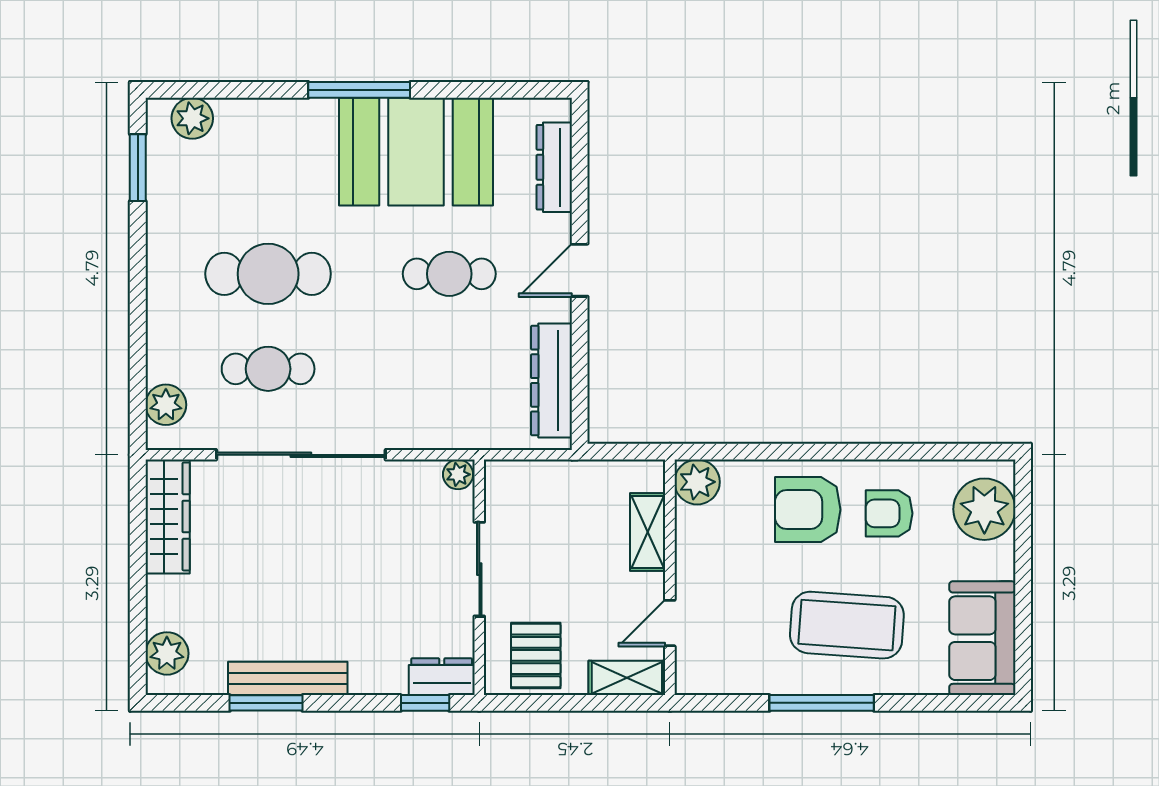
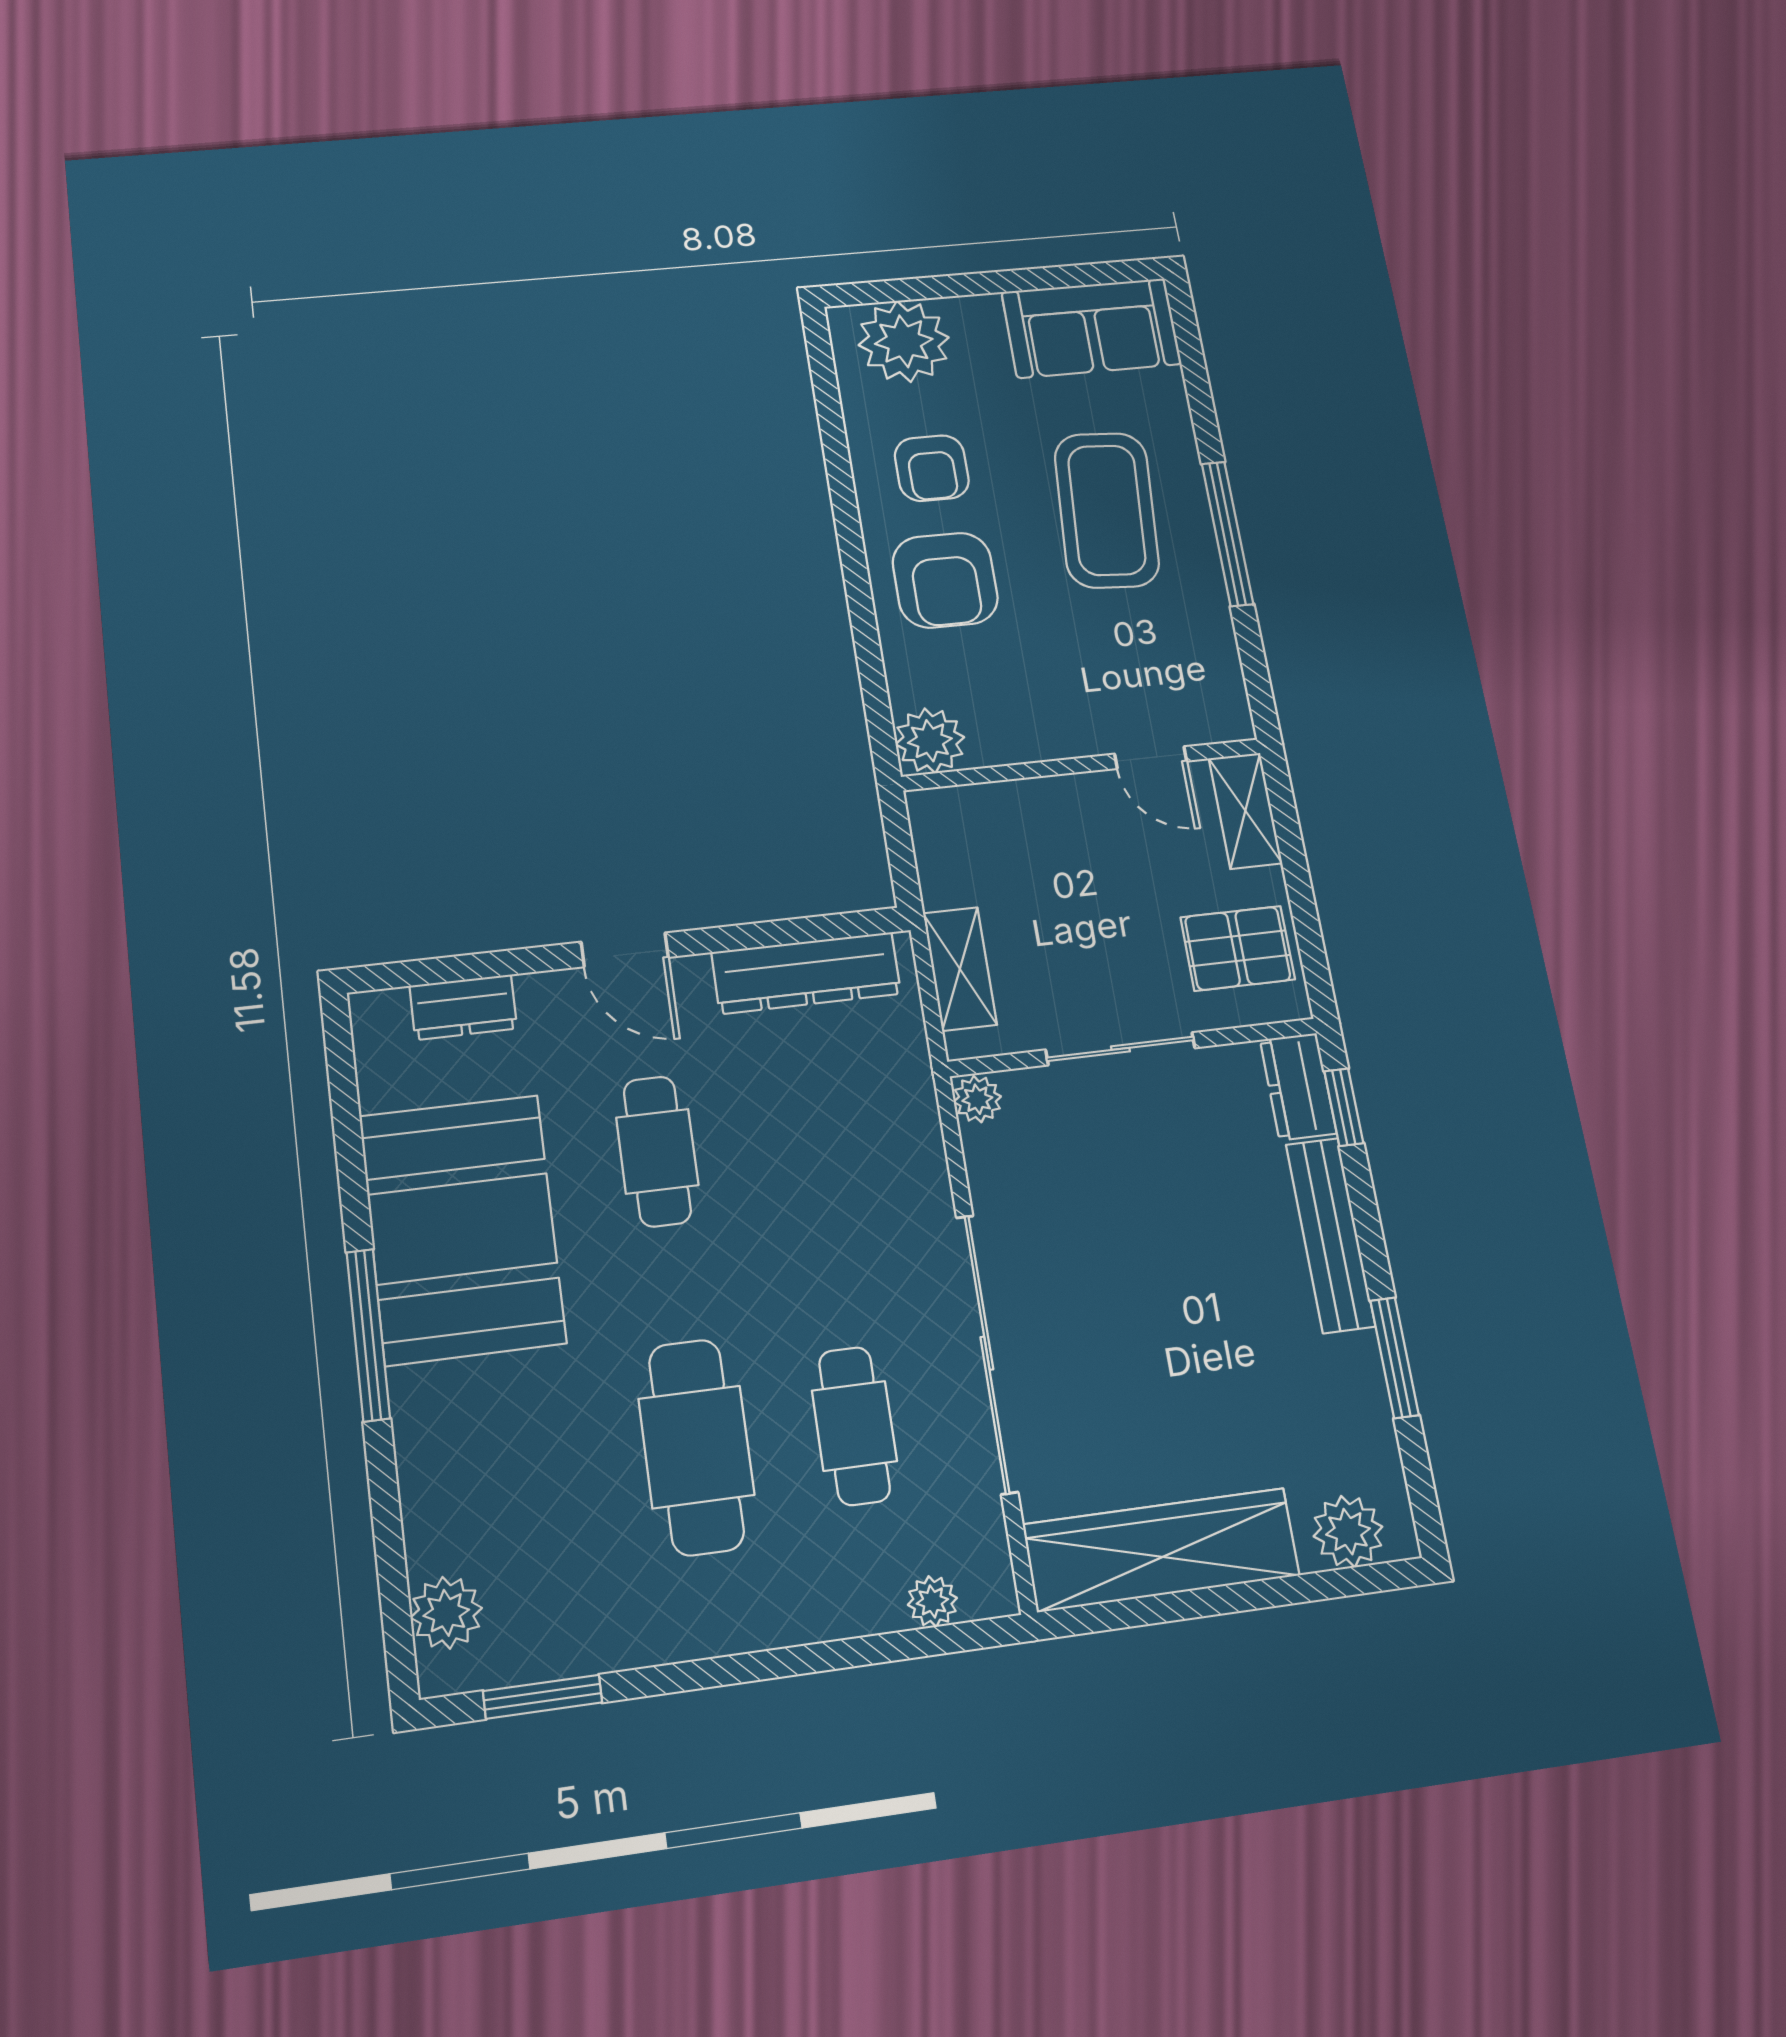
dresser: (554, 167) -> (463, 1007), width x0.70
plant: (166, 405) -> (932, 1601), width x0.73, depth x0.73
wardrobe: (168, 516) -> (1161, 1550), width x1.40, depth x1.17
shelving: (648, 532) -> (960, 969), moved, turned 90
bench: (288, 678) -> (1330, 1235), moved

